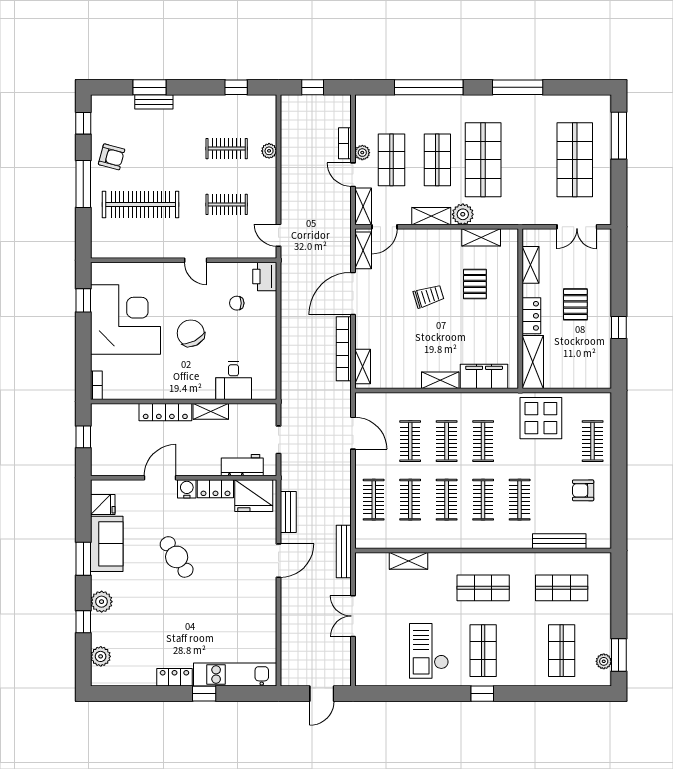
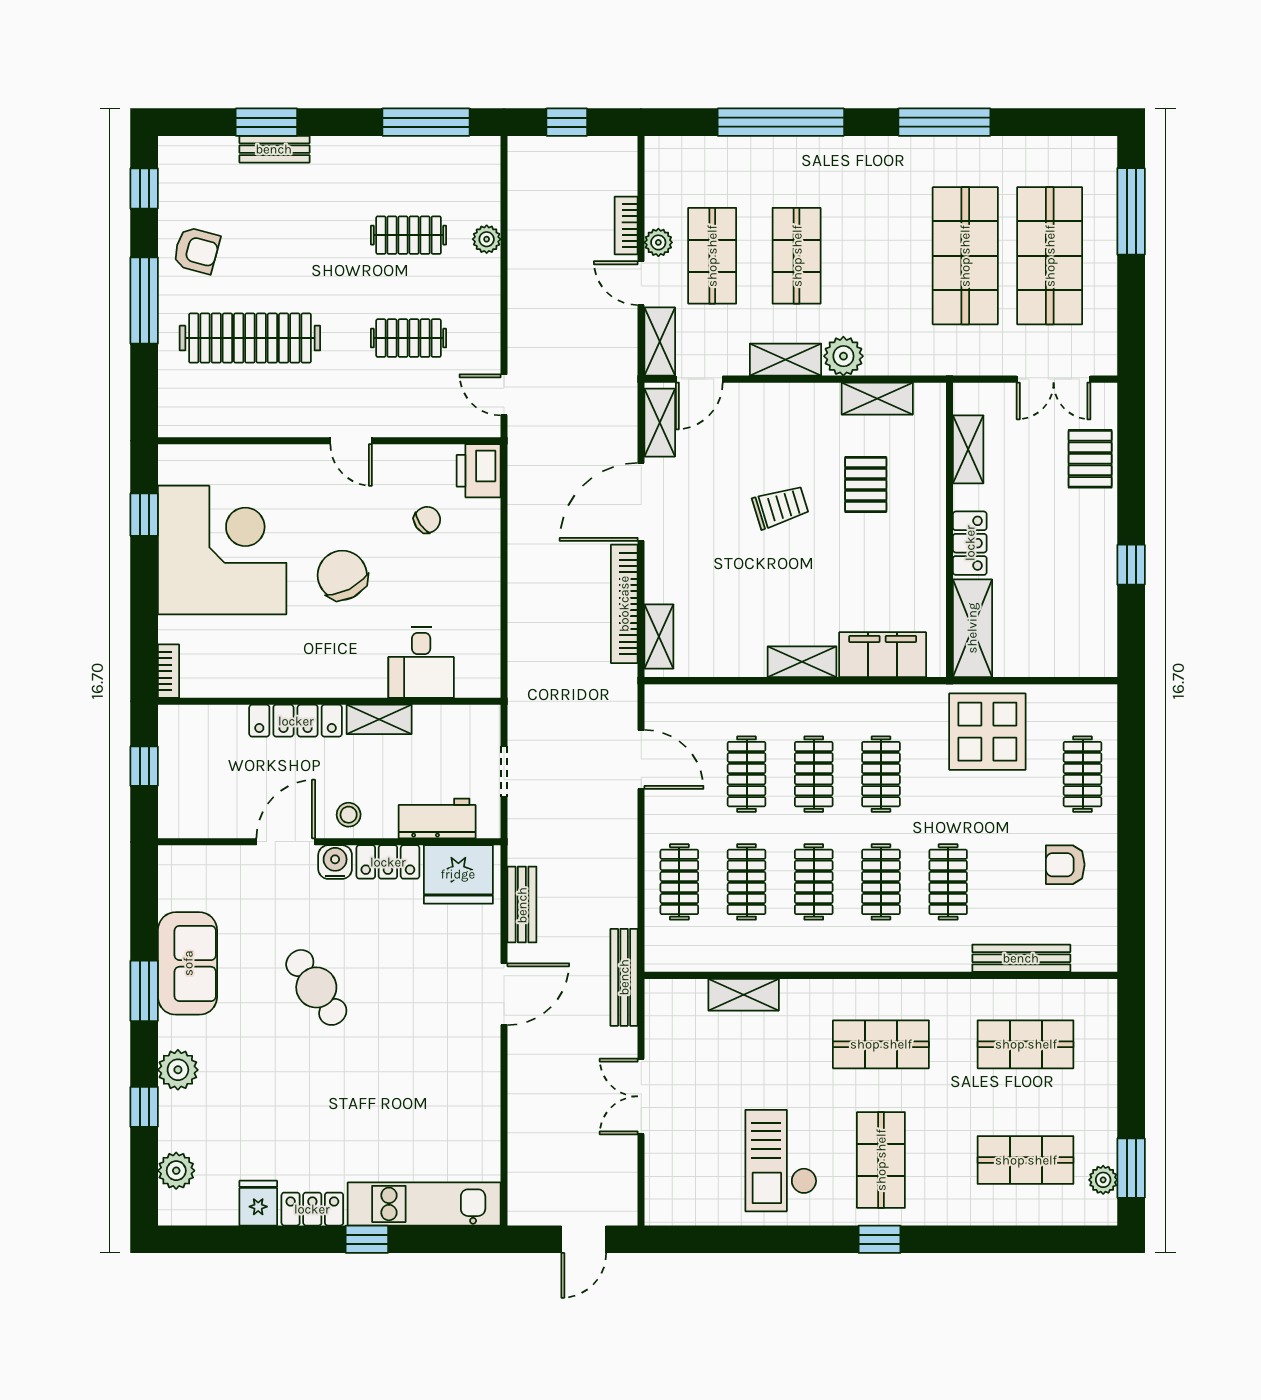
window: (236, 87) -> (426, 122), width x2.17
shop shelf: (483, 160) -> (965, 256), moved
chair: (237, 303) -> (427, 520), turned 146
pallet: (575, 304) -> (1090, 459), moved
stool: (194, 463) -> (349, 815), added
fridge: (103, 504) -> (258, 1203), moved, turned -90
shop shelf: (562, 651) -> (1026, 1160), turned 90

